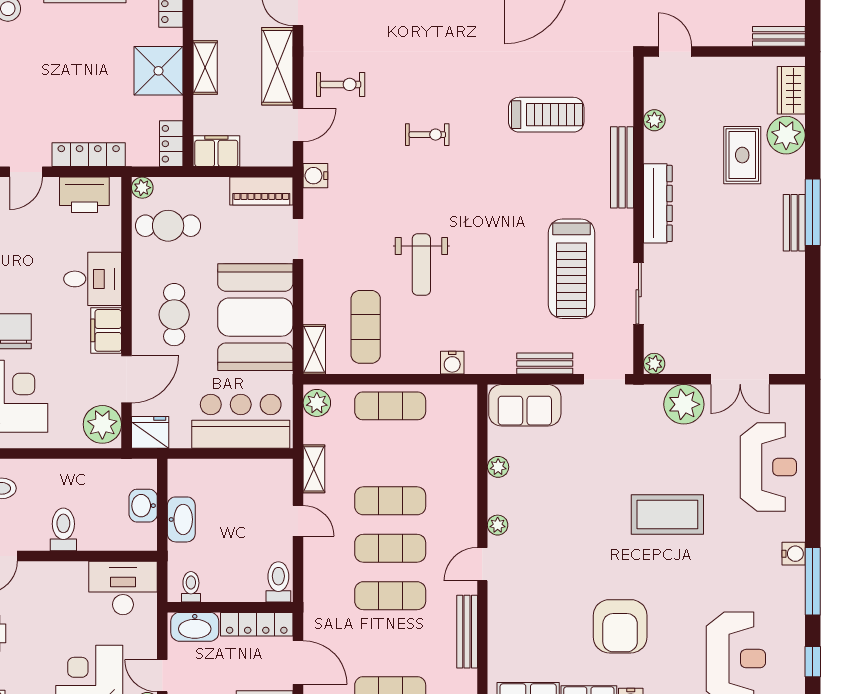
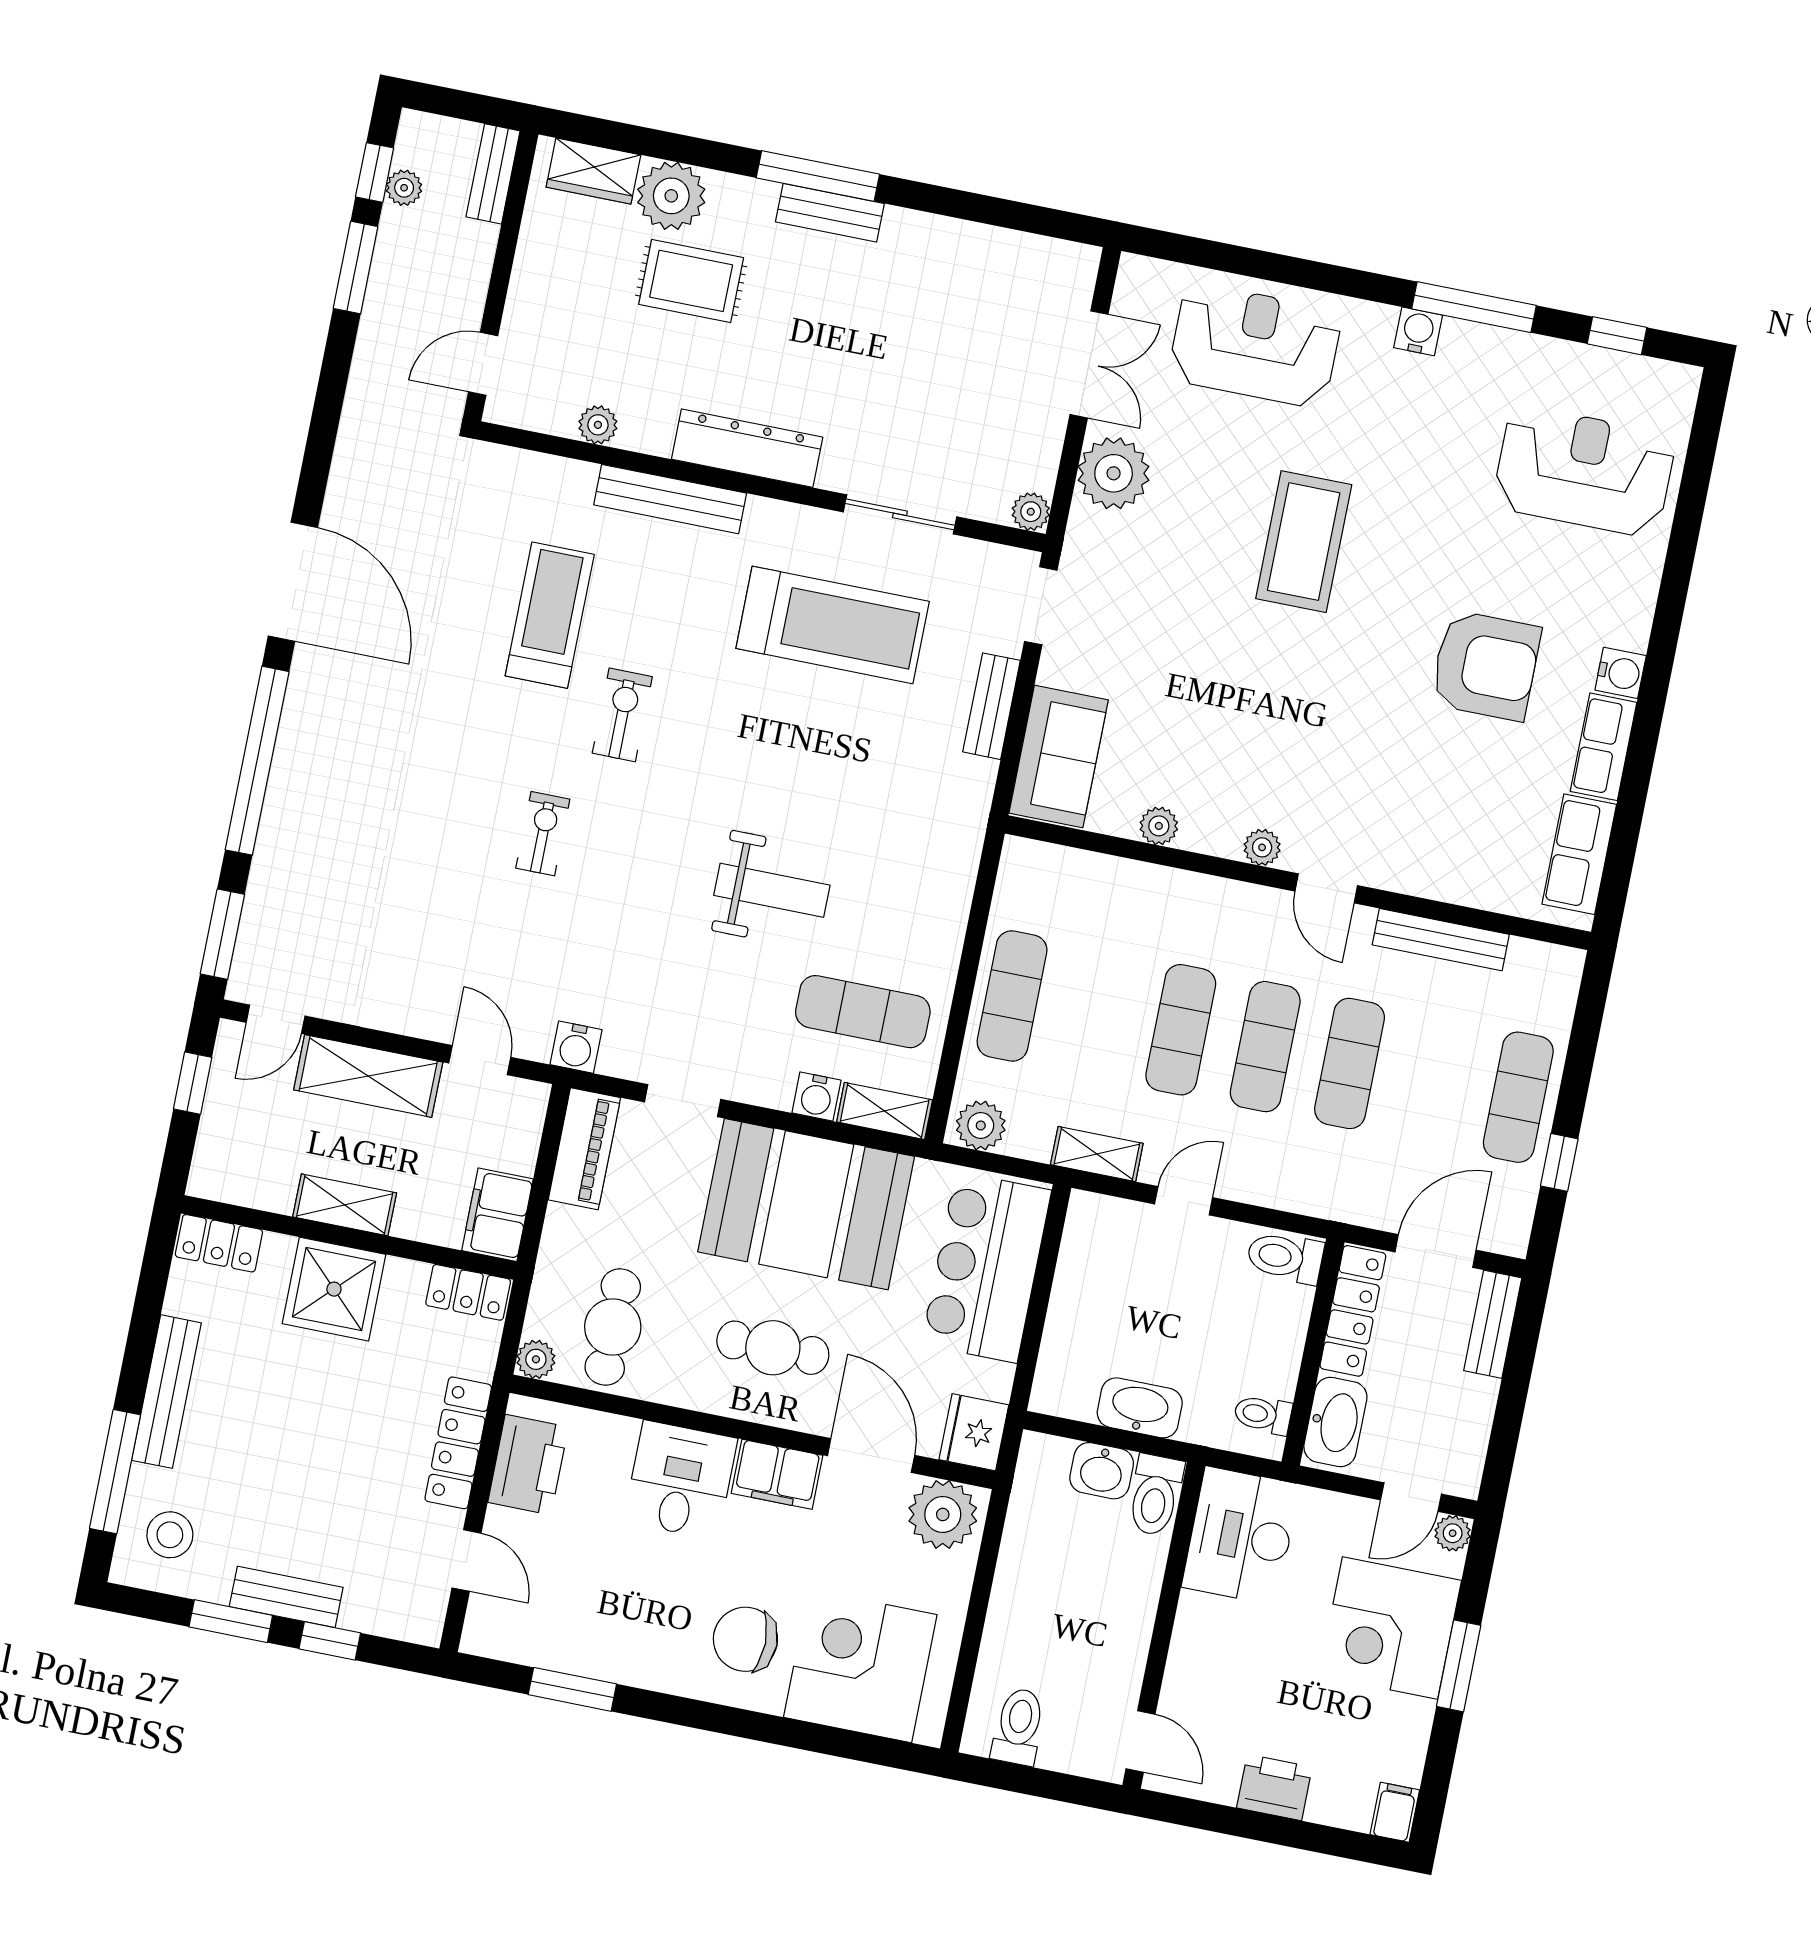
exercise bike: (341, 84) -> (622, 715), moved
water cooler: (452, 363) -> (816, 1097), moved, turned 90
toilet: (63, 529) -> (1155, 1495), moved, turned -90

